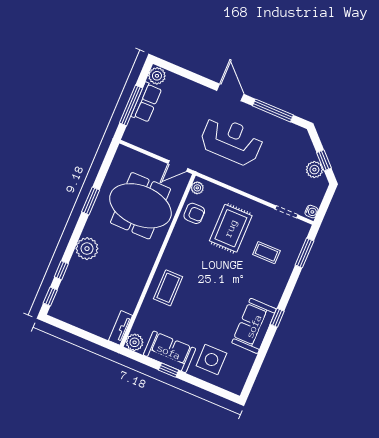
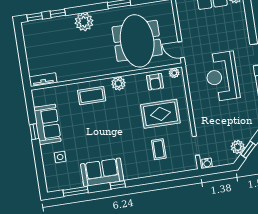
reception desk: (231, 141) -> (222, 76), turned 180
window: (304, 253) -> (76, 191), moved
plant: (135, 342) -> (118, 83), moved
side table: (211, 360) -> (60, 157), width x0.54, depth x0.54

